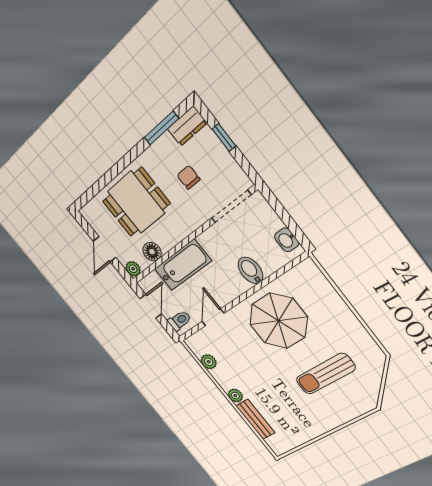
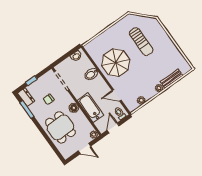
floor lamp: (152, 252) -> (74, 108), moved
door: (151, 306) -> (113, 128), hinge flipped

